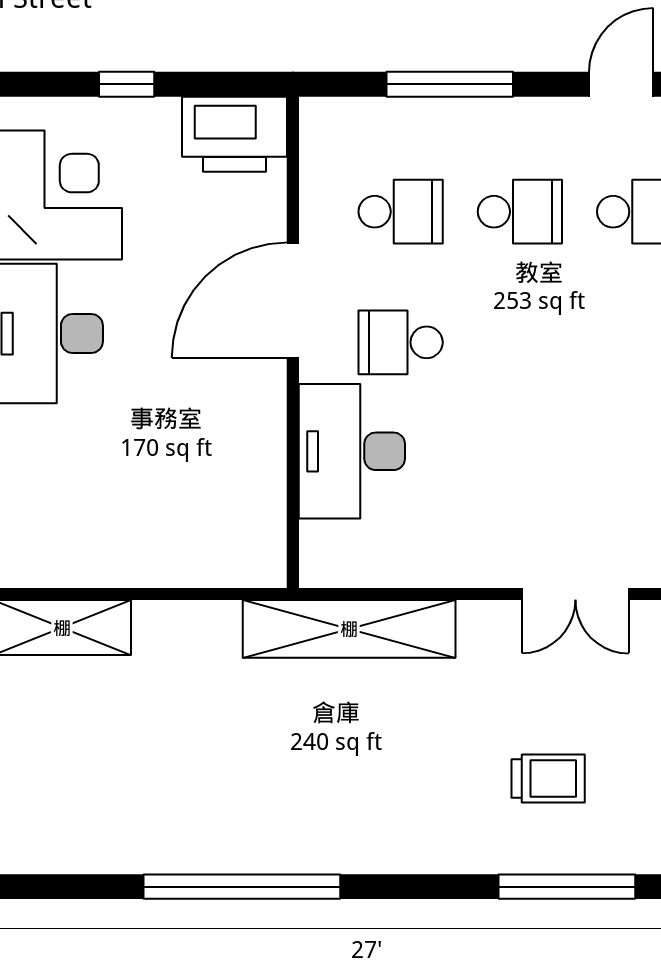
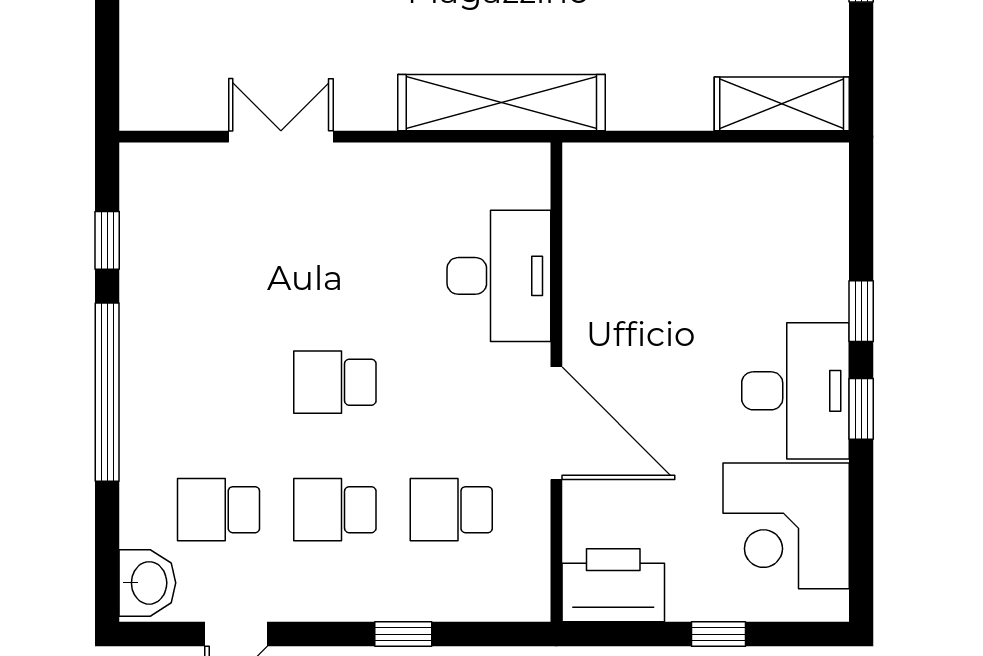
window: (450, 84) -> (403, 634), width x0.46
door: (293, 300) -> (556, 423), hinge flipped
school desk: (401, 342) -> (335, 382), moved, turned 180

